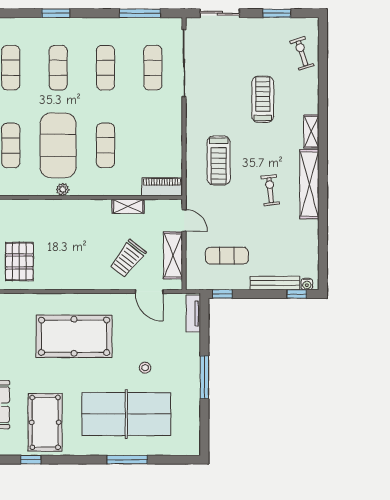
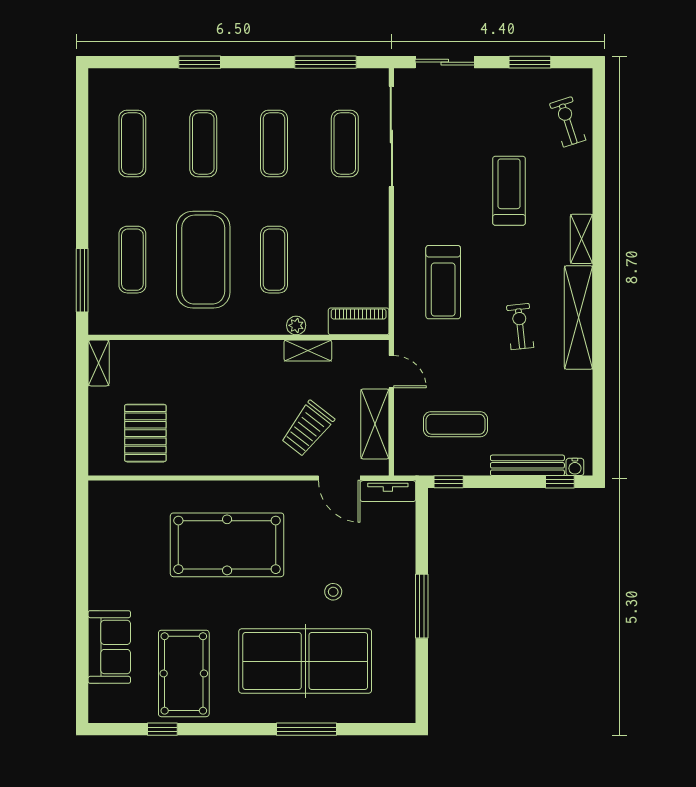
plant: (63, 190) -> (296, 325), moved
tv unit: (193, 314) -> (388, 491), moved, turned -90

